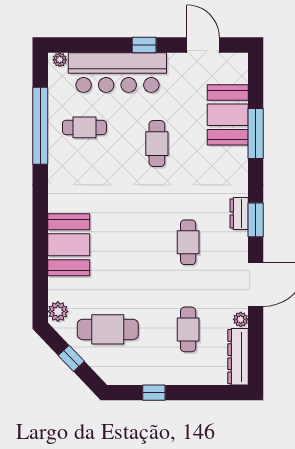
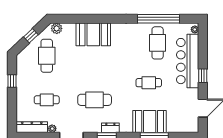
booth: (228, 115) -> (150, 122), moved
cafe table: (84, 127) -> (158, 43), width x1.37, depth x1.35
cafe table: (188, 242) -> (95, 100), width x1.37, depth x1.35

